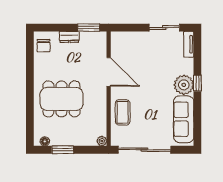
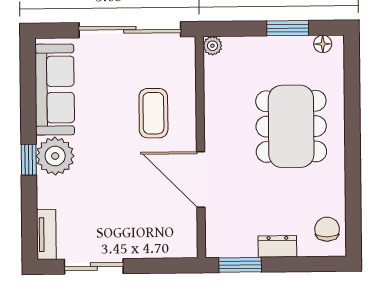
dining table: (62, 99) -> (291, 126), turned 90
coffee table: (123, 112) -> (153, 113), moved

